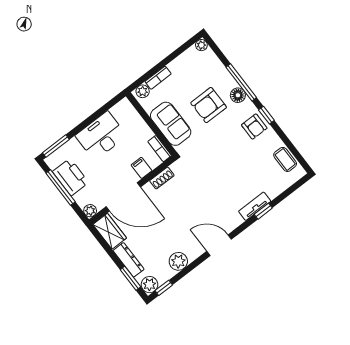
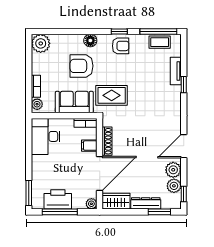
plant: (201, 45) -> (41, 43), width x1.87, depth x1.87
window: (241, 82) -> (158, 31), moved
armchair: (209, 105) -> (82, 66), turned 90
desk: (101, 136) -> (46, 136), moved
rug: (203, 153) -> (112, 95), added
shoe rack: (162, 178) -> (107, 141), width x1.43
tv unit: (255, 206) -> (176, 71), moved
door: (219, 245) -> (184, 146), moved
plant: (149, 285) -> (174, 186), moved

